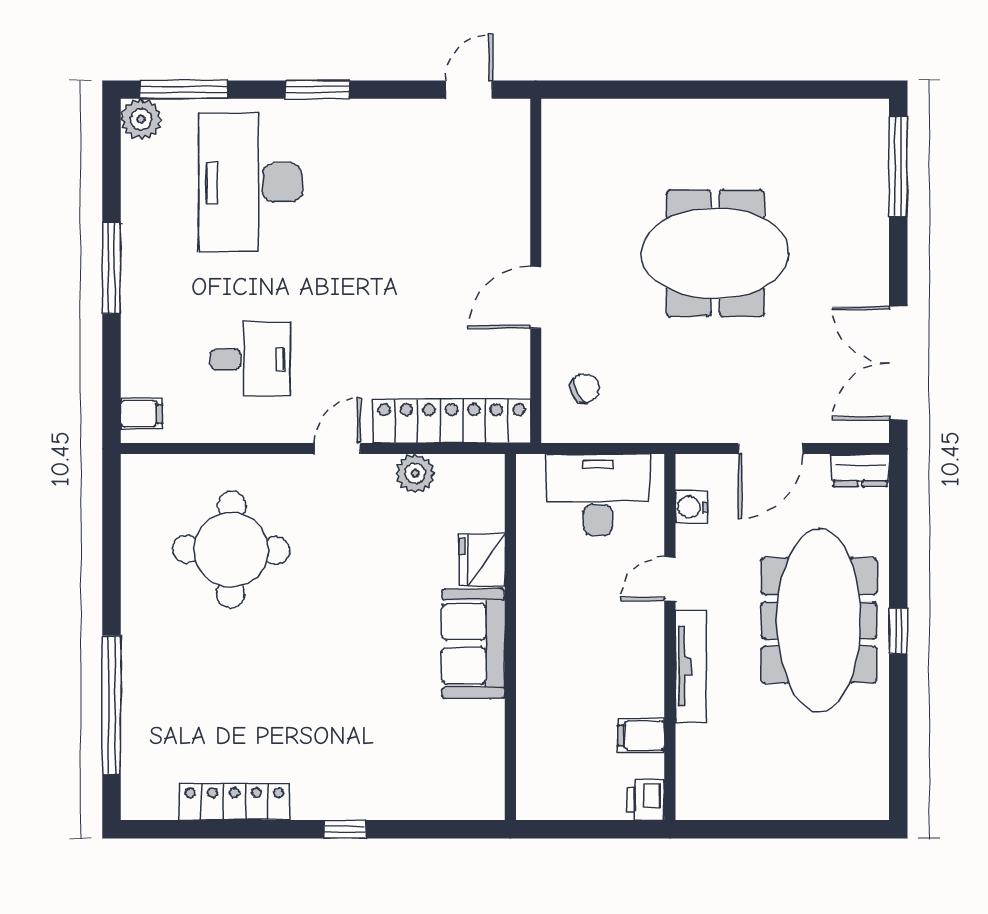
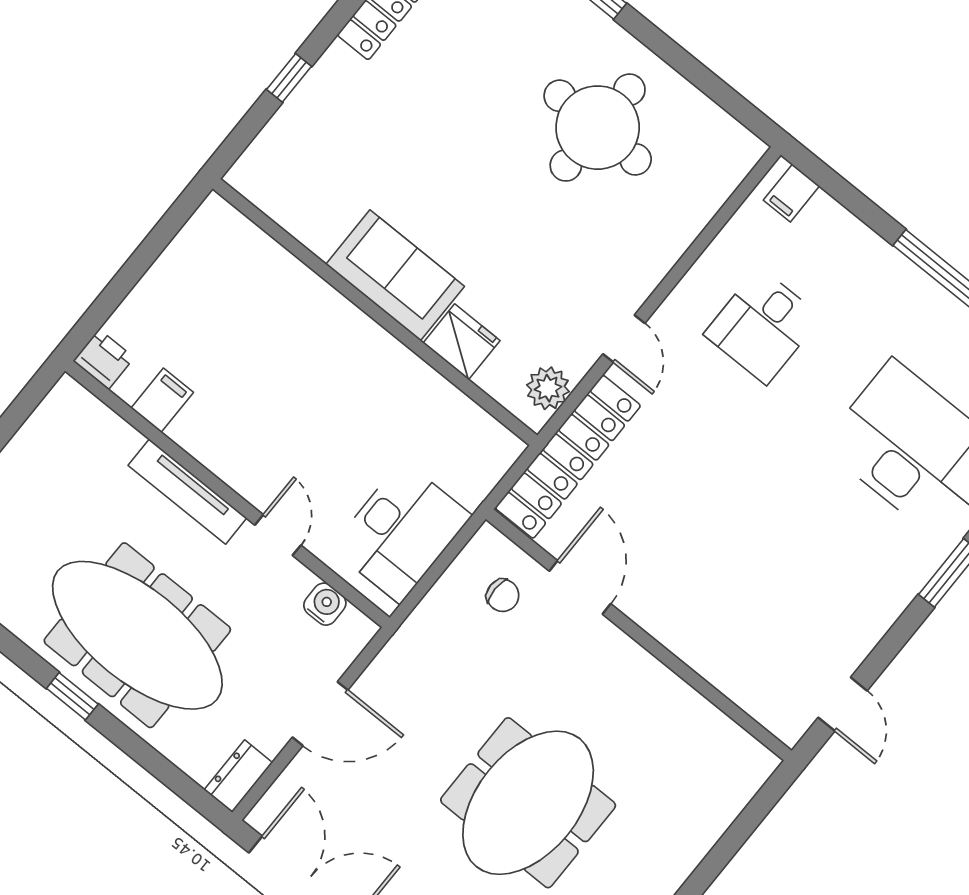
door: (536, 297) -> (580, 587), moved
chair: (585, 388) -> (503, 595), turned -62
door: (771, 449) -> (320, 714), swing flipped
round table: (231, 550) -> (598, 128), moved
fridge: (482, 560) -> (462, 342), moved
wall: (510, 637) -> (375, 312), moved
sofa: (473, 644) -> (395, 275), moved

